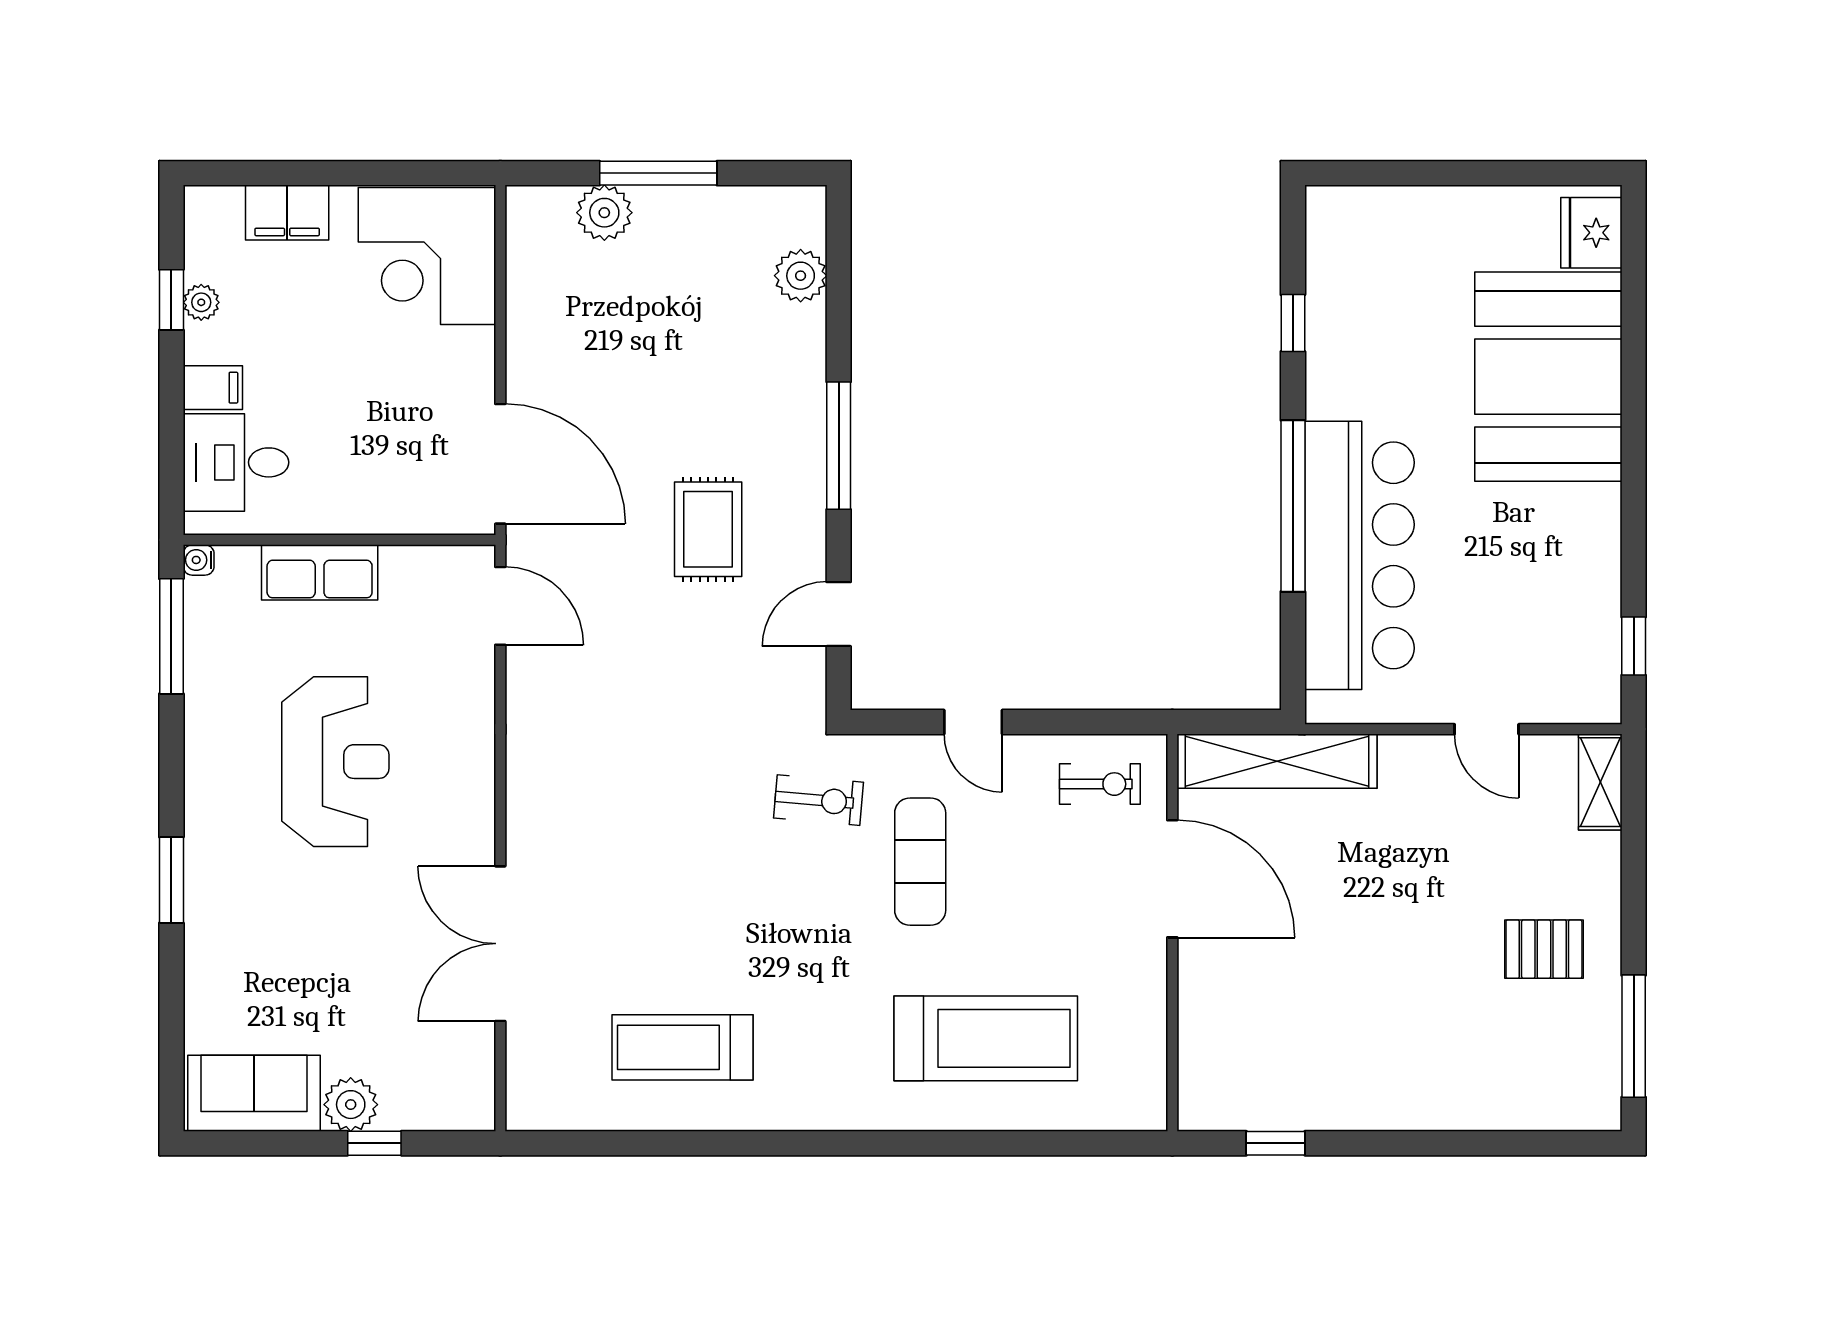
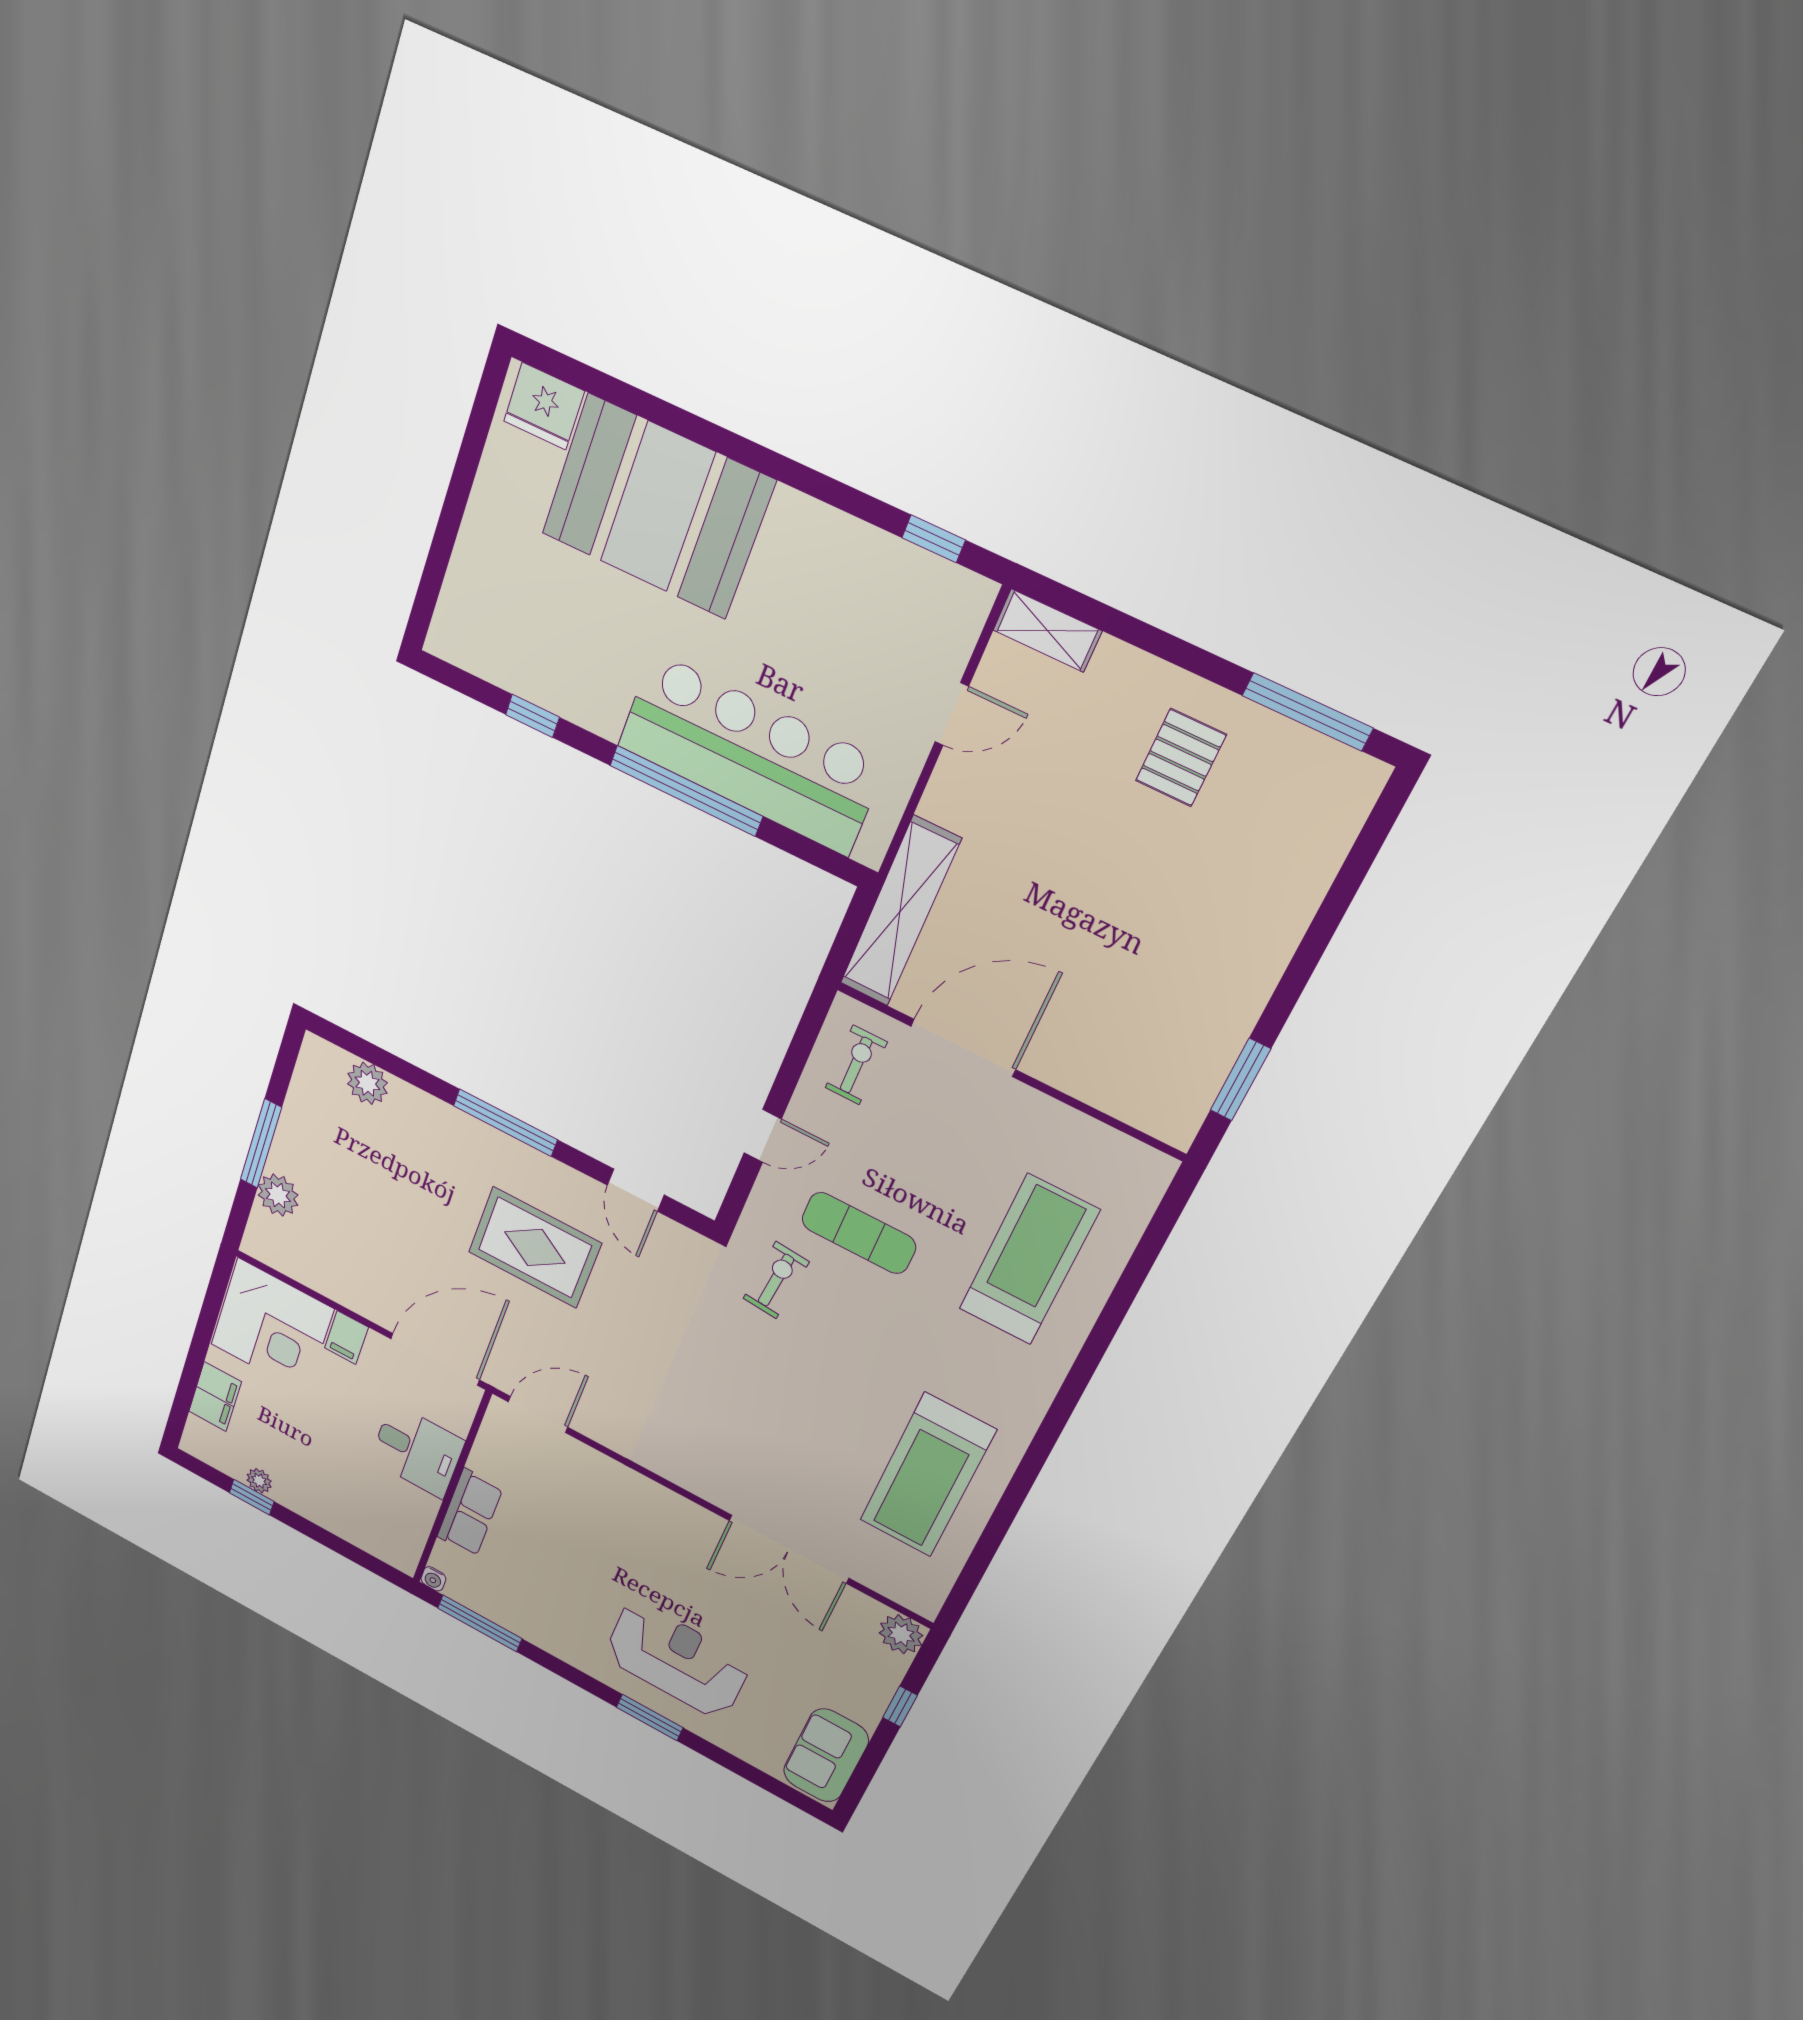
filing cabinet: (213, 388) -> (346, 1338), moved, turned 180
desk: (236, 462) -> (417, 1451), moved, turned -90
rug: (708, 529) -> (535, 1247), width x1.36, depth x1.43
reception desk: (335, 762) -> (677, 1660), moved
treadmill: (682, 1047) -> (927, 1475), width x1.37, depth x1.38
plant: (351, 1105) -> (901, 1634), moved
window: (1276, 1143) -> (1240, 1080), width x1.50

